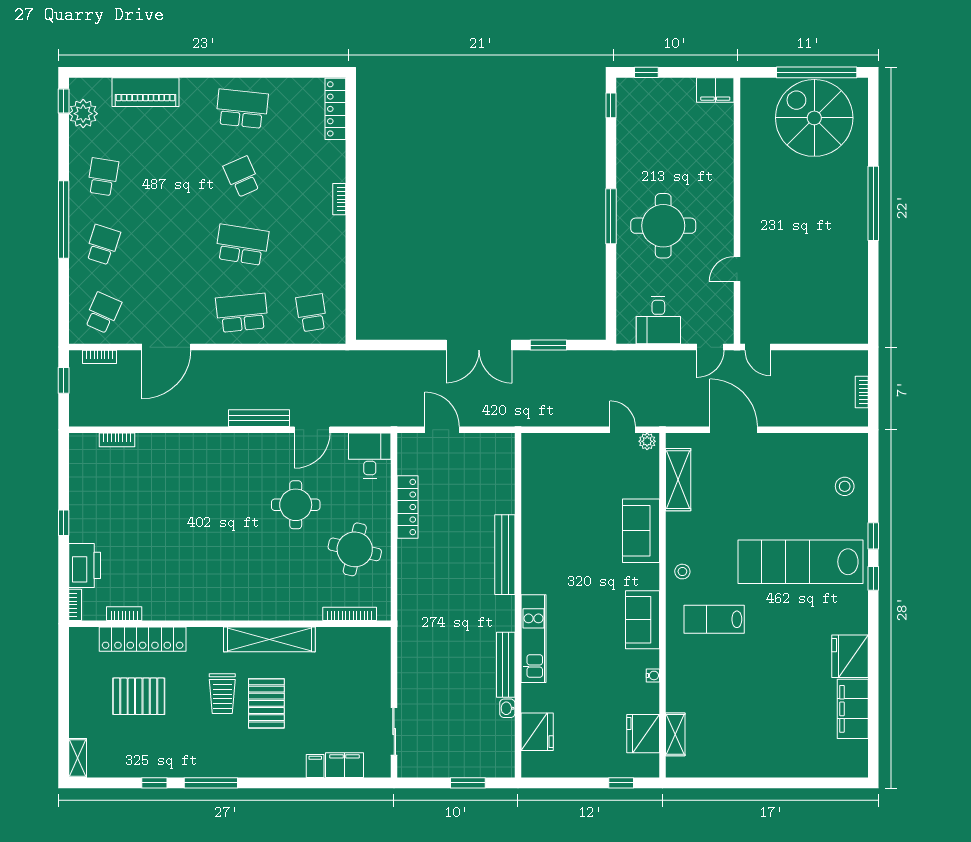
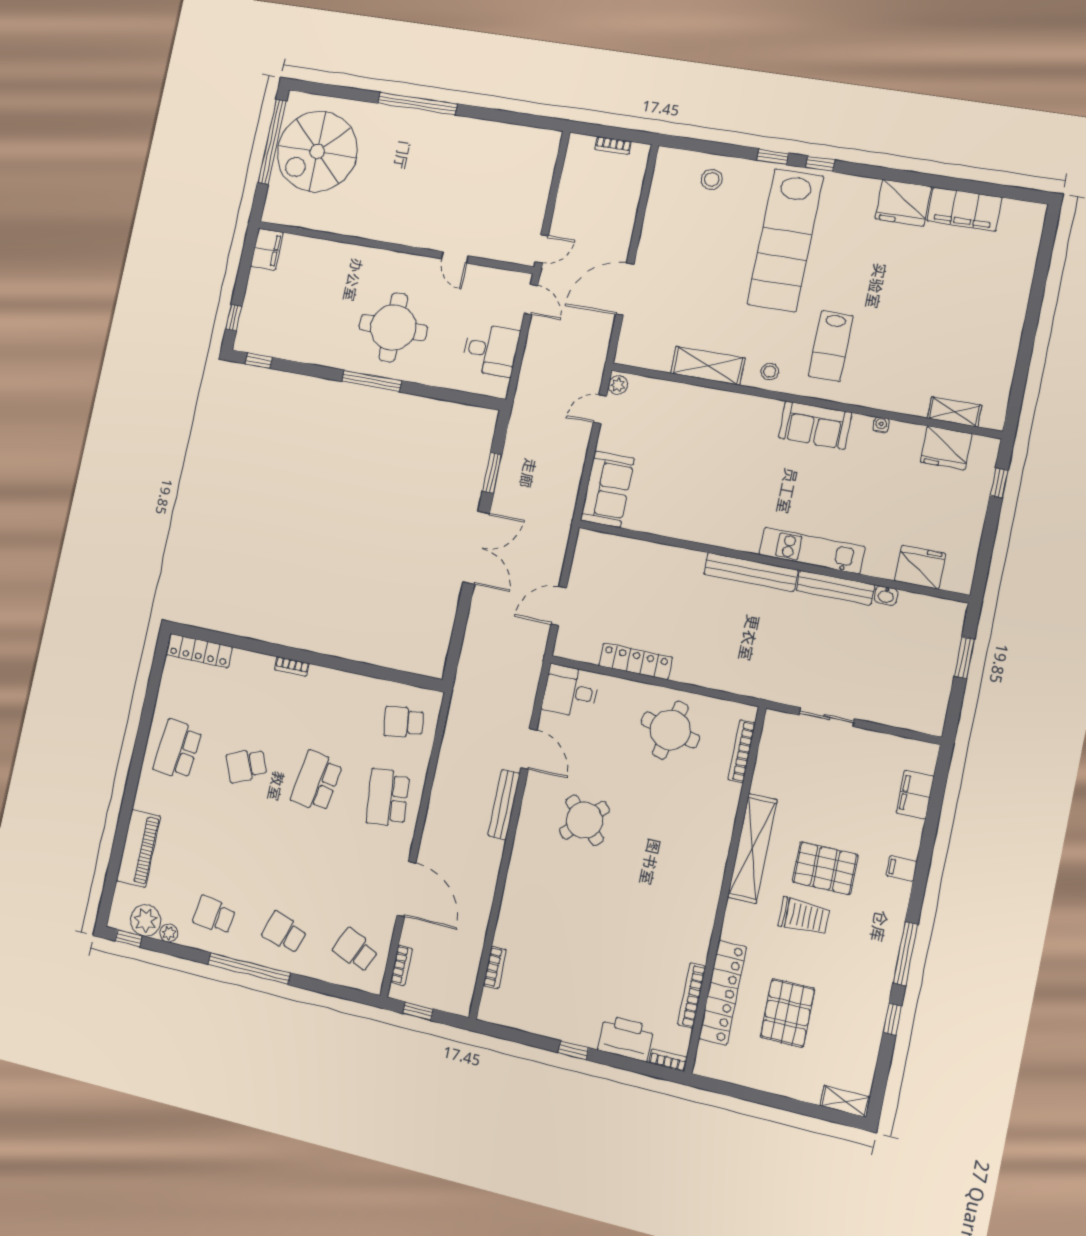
plant: (77, 138) -> (169, 933), added
shelving: (678, 480) -> (708, 366), moved
round table: (296, 505) -> (584, 820), moved, turned 45
sofa: (641, 531) -> (607, 489), moved, turned -90
bench: (505, 555) -> (751, 572), moved
bookcase: (124, 614) -> (692, 996), width x1.56
sliding door: (394, 731) -> (827, 717), moved
filing cabinet: (315, 766) -> (902, 868), moved

